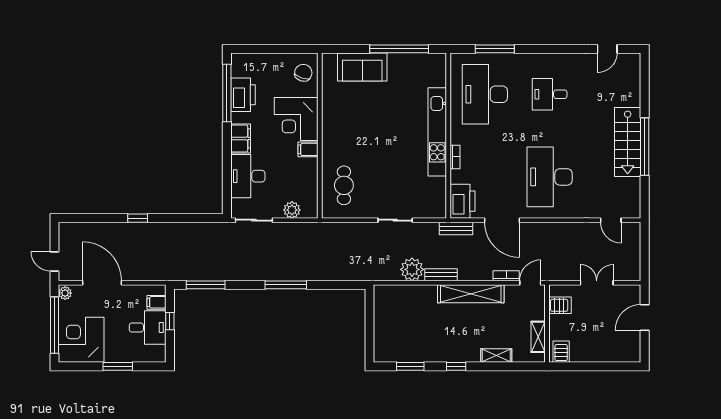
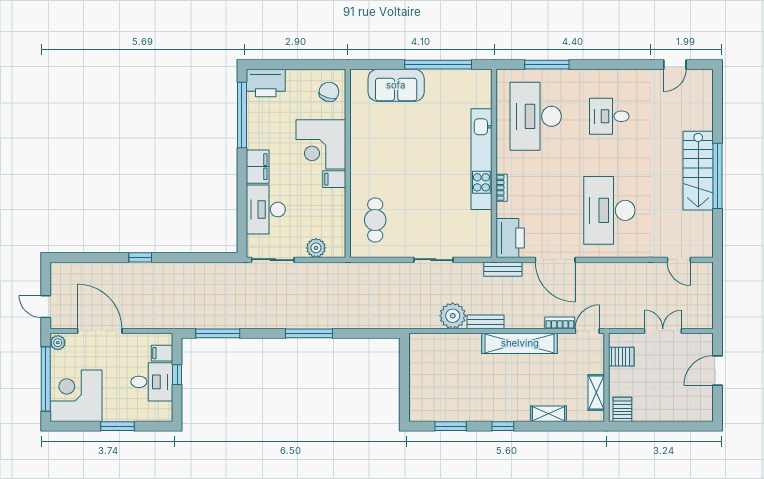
printer: (243, 95) -> (266, 83), moved, turned 90

